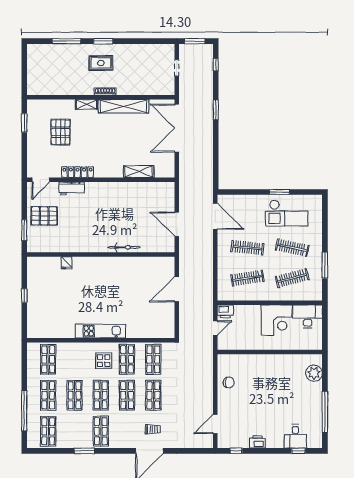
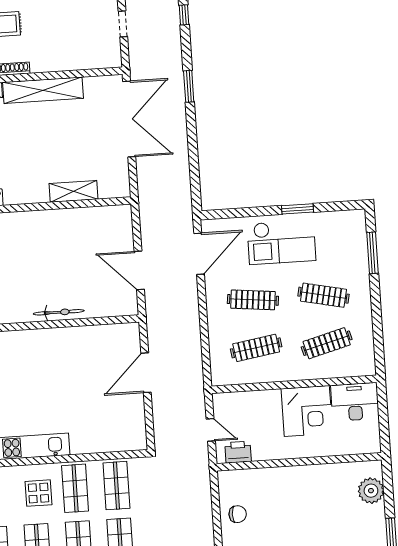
double door: (177, 128) -> (129, 119), swing flipped
checkout: (287, 213) -> (281, 242), moved
door: (215, 216) -> (199, 254), hinge flipped
window: (325, 265) -> (372, 253), moved
printer: (225, 311) -> (238, 452), moved, turned 180
door: (215, 328) -> (211, 430), hinge flipped

